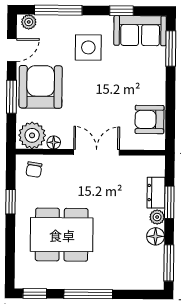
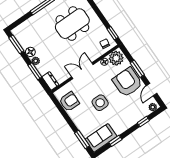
window: (58, 10) -> (143, 122), width x0.46
side table: (88, 47) -> (100, 103), moved
armchair: (41, 87) -> (127, 82), turned 180
double door: (97, 152) -> (82, 71), swing flipped
dresser: (156, 193) -> (50, 81), moved
window: (11, 202) -> (113, 33), moved

